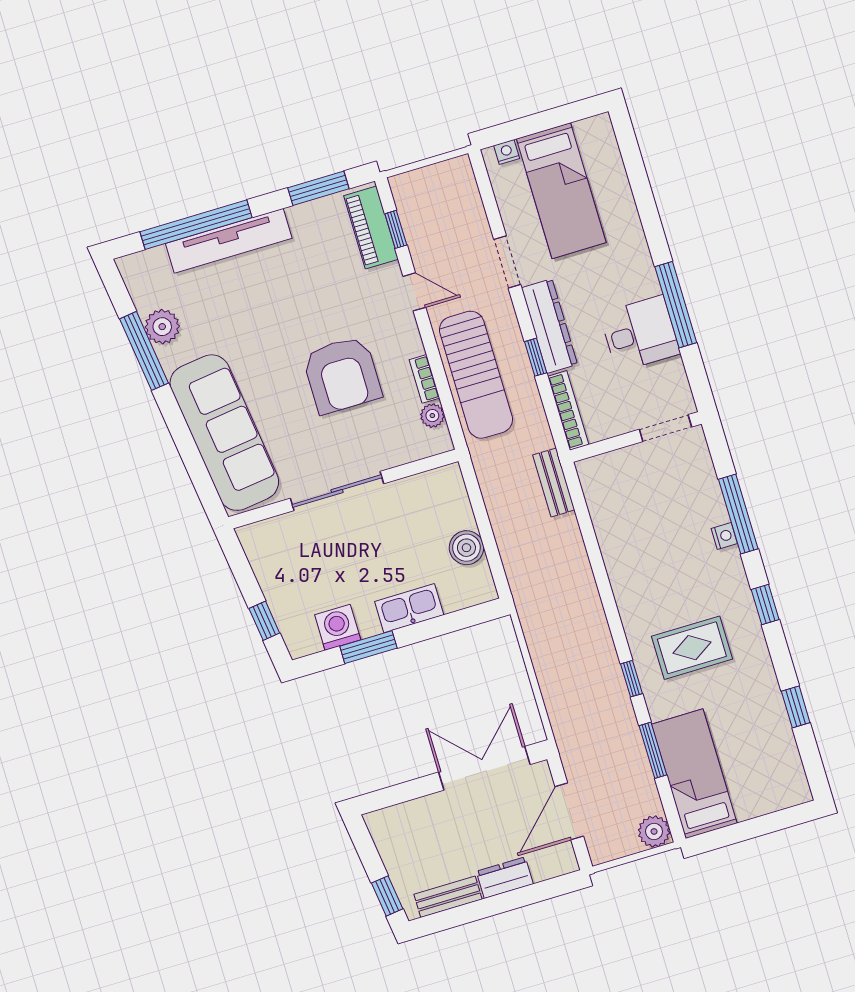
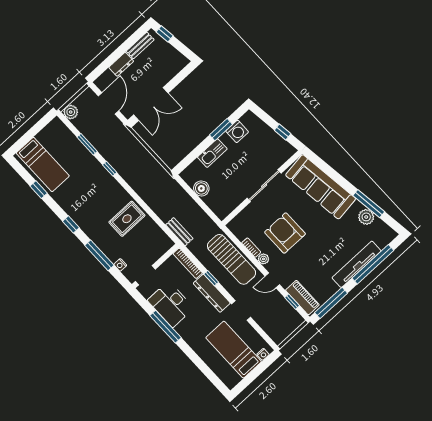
window: (318, 188) -> (331, 303), width x1.44
desk: (640, 334) -> (171, 304), width x1.37
sun lounger: (476, 375) -> (232, 259), turned 180
plant: (432, 416) -> (263, 259), moved
nightstand: (724, 536) -> (120, 265), moved
window: (264, 621) -> (283, 132), moved
rug: (692, 648) -> (127, 219), moved
bed: (694, 774) -> (43, 164), moved

